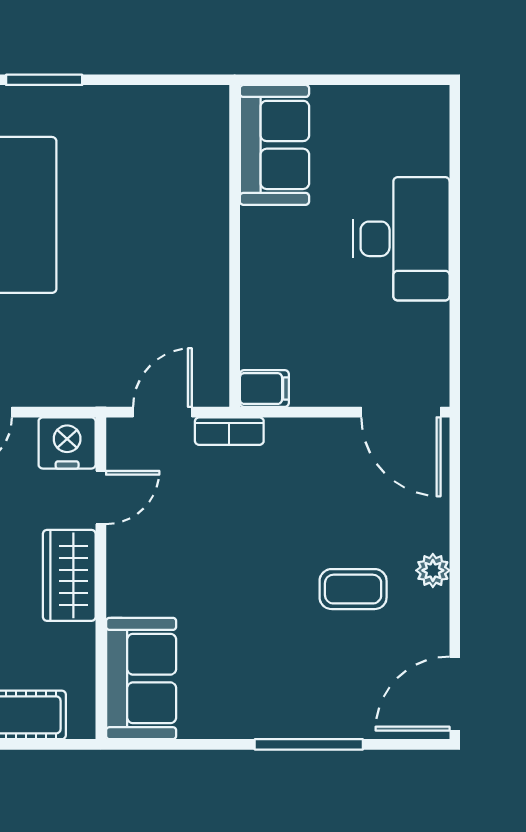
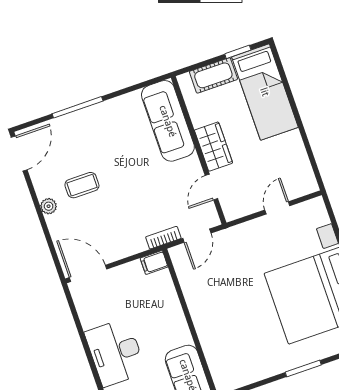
nightstand: (67, 443) -> (235, 207), removed
sofa: (141, 679) -> (168, 121), width x1.36

